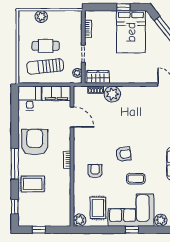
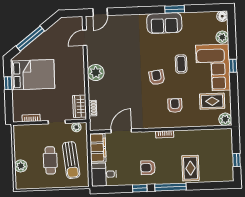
plant: (112, 94) -> (96, 73), moved
armchair: (35, 142) -> (148, 168), width x0.53, depth x0.53
armchair: (95, 171) -> (175, 105), turned 90
window: (15, 207) -> (140, 188), moved

